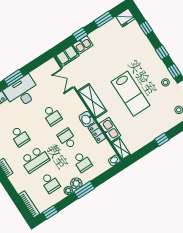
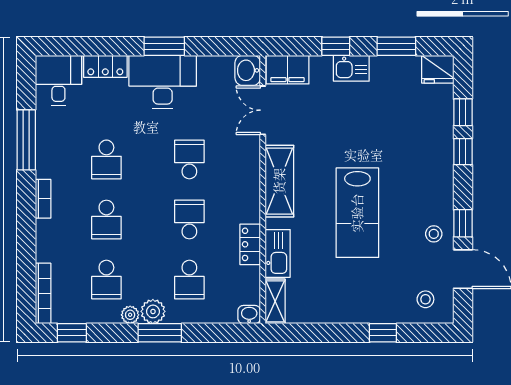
kitchen sink: (83, 45) -> (351, 68), moved
window: (162, 52) -> (463, 152), moved
school desk: (52, 115) -> (189, 159), turned 180
washbasin: (87, 119) -> (248, 70), moved
window: (162, 139) -> (383, 333), moved
school desk: (35, 160) -> (106, 219), width x0.54

